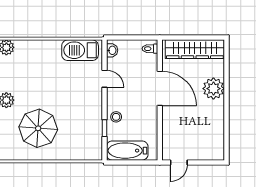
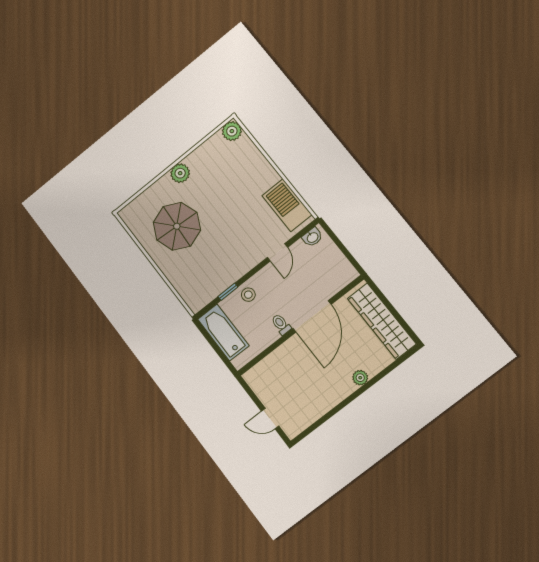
toilet: (150, 49) -> (281, 324), moved
plant: (213, 89) -> (360, 378), width x0.53, depth x0.53
door: (179, 162) -> (270, 419), moved

